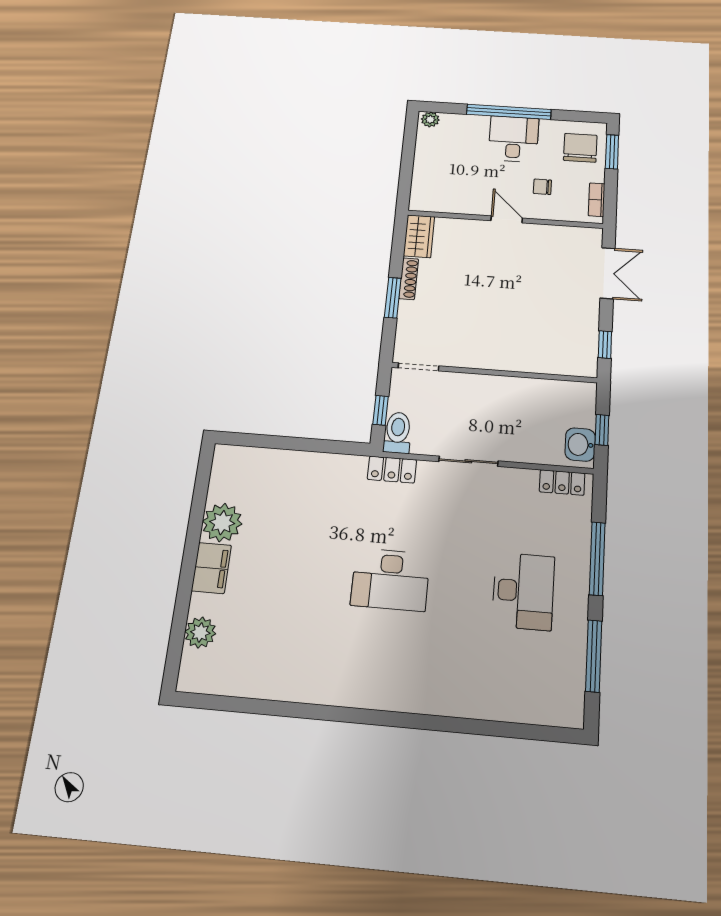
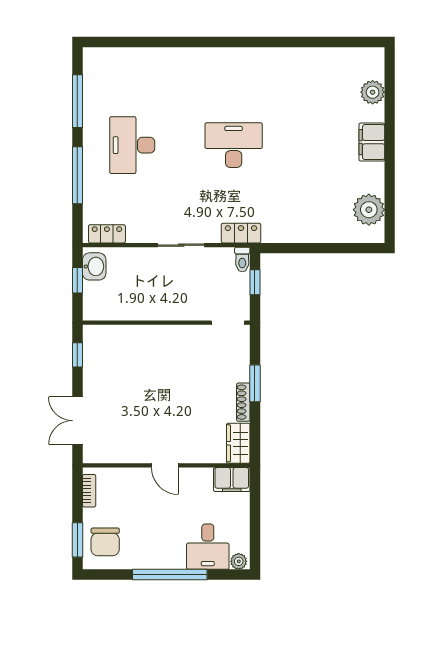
desk: (513, 139) -> (208, 547), moved
chair: (542, 187) -> (136, 500), removed
filing cabinet: (430, 200) -> (232, 480), added
toilet: (398, 433) -> (242, 260), width x0.73, depth x0.72
plant: (222, 523) -> (369, 210), moved

